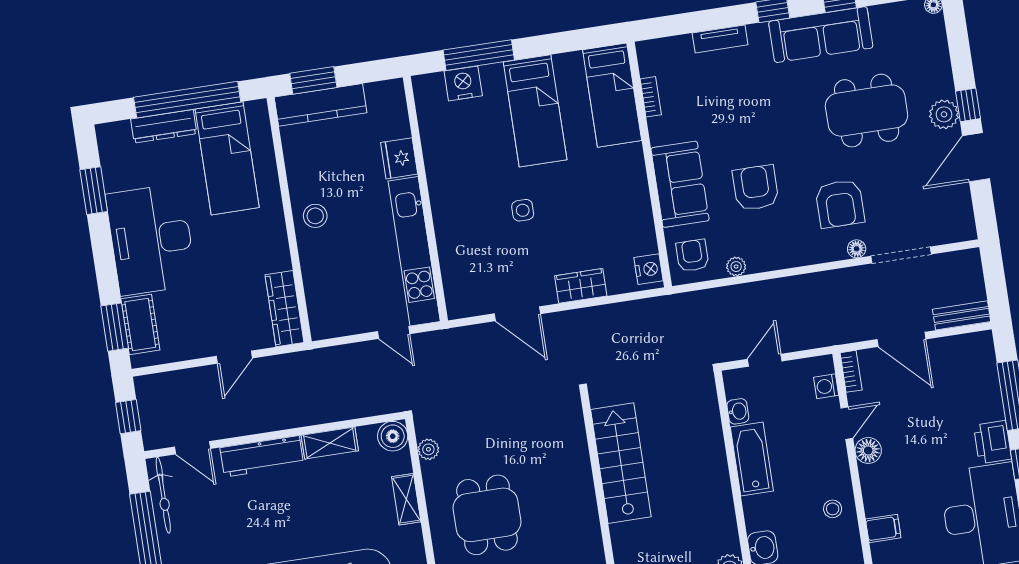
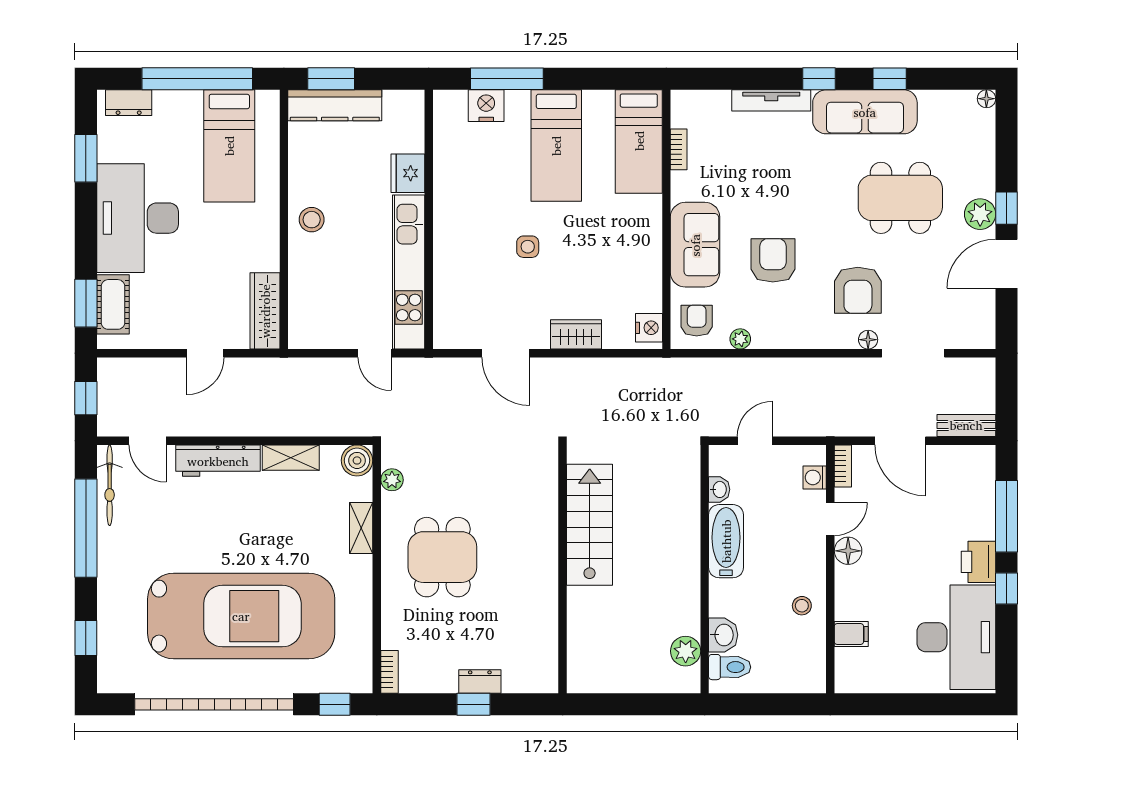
tv unit: (720, 39) -> (771, 100), width x1.41
dresser: (164, 126) -> (129, 103), moved, width x0.70

